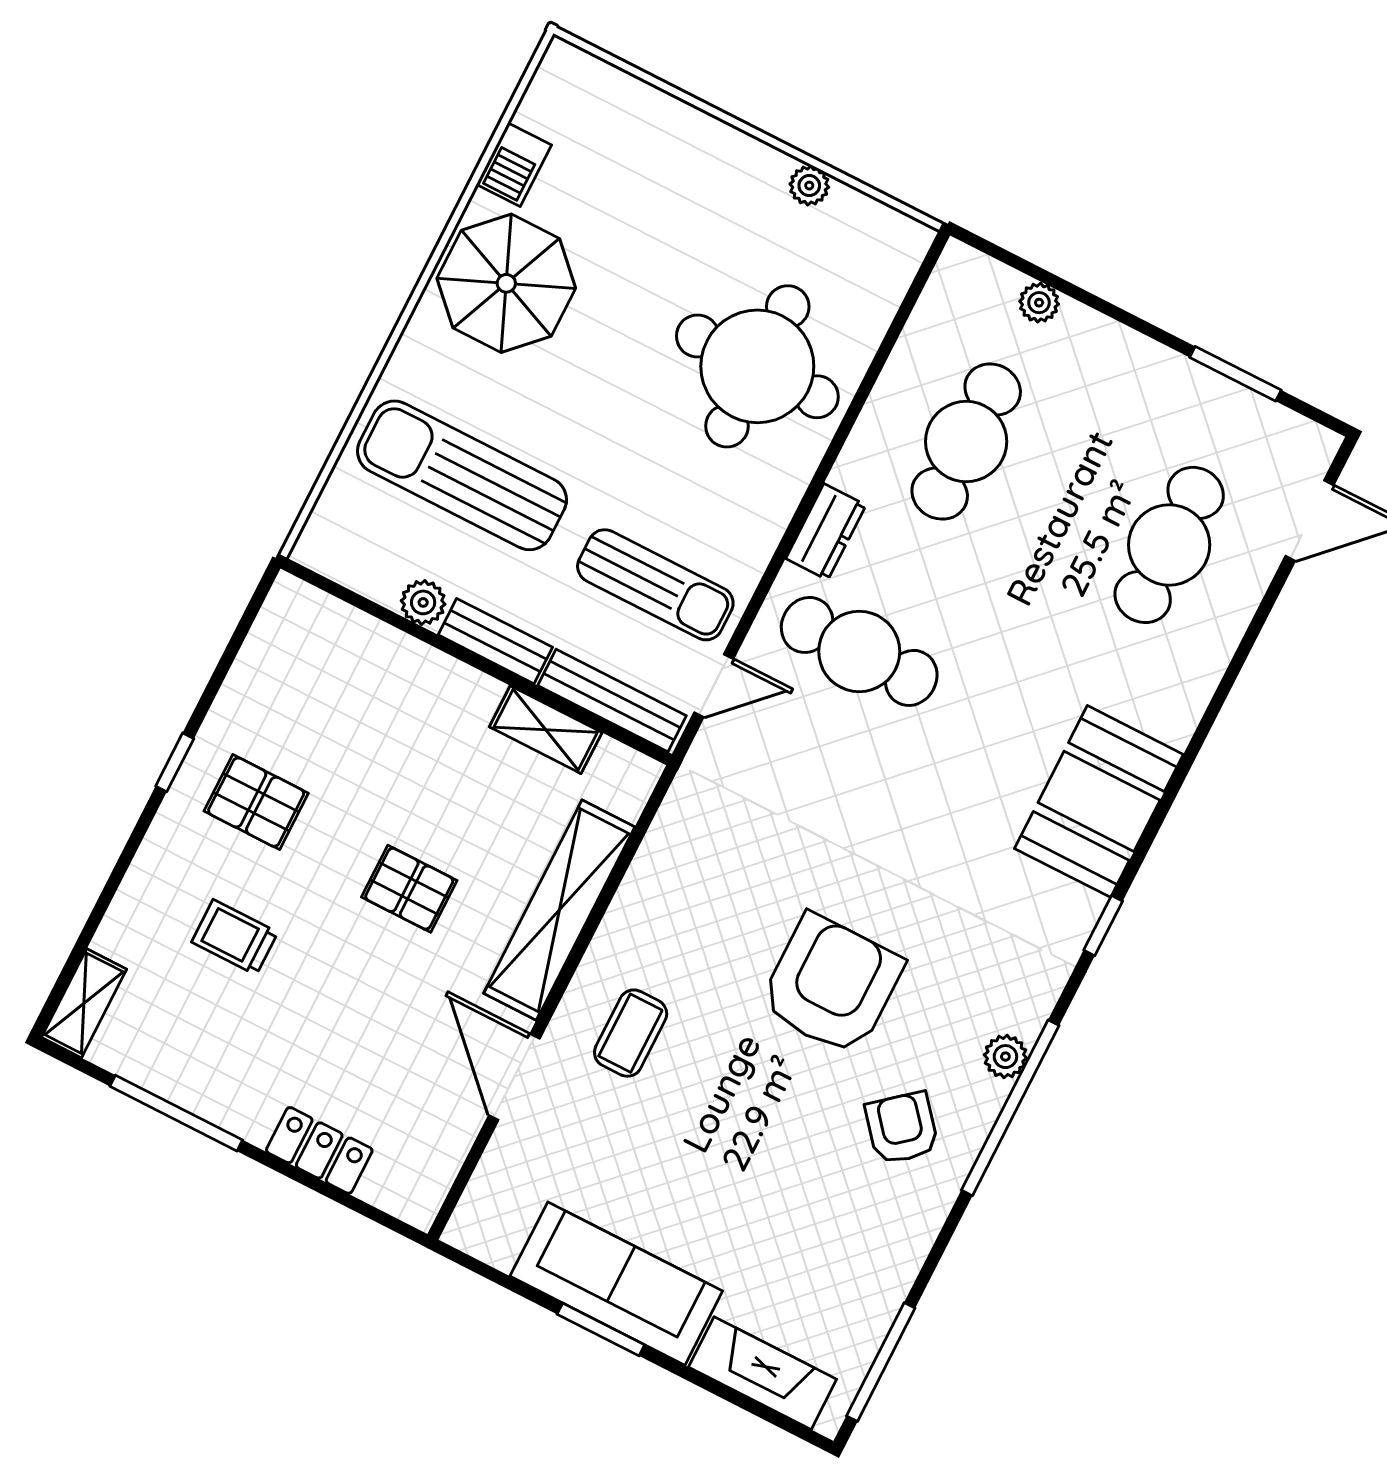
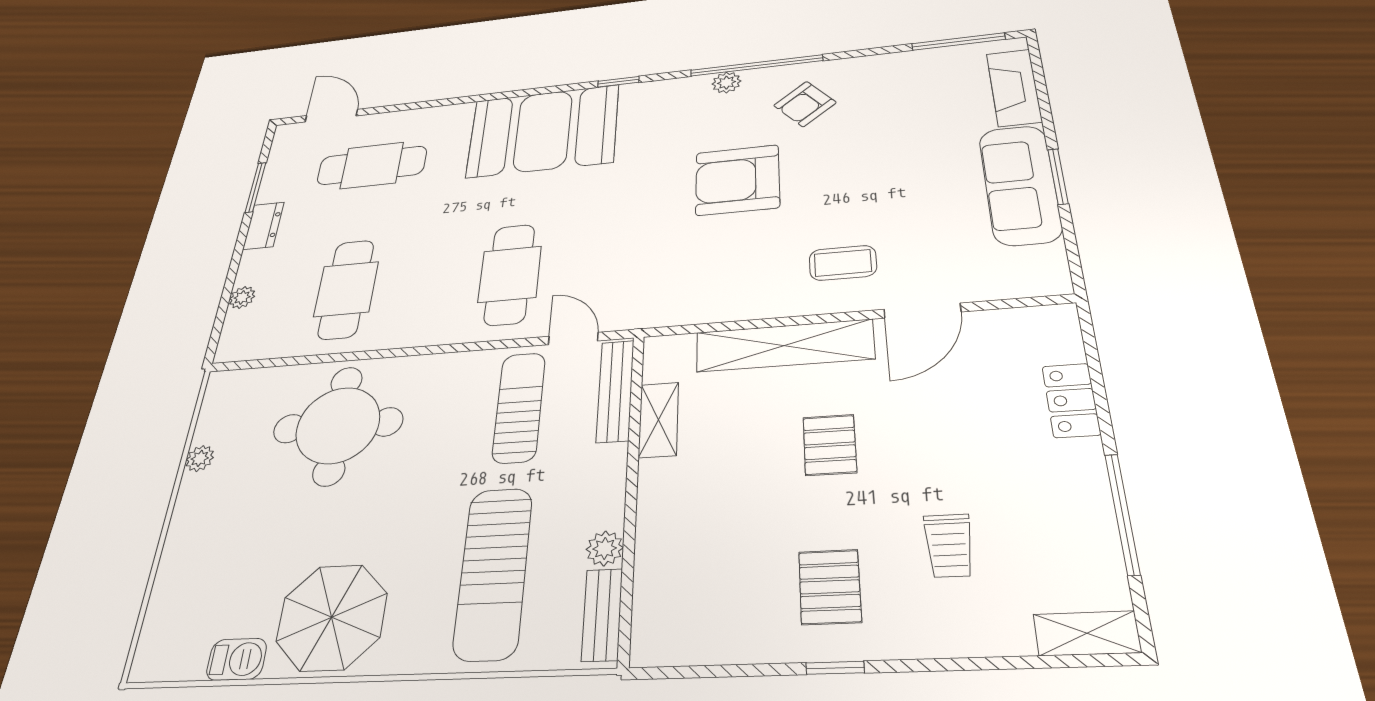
cafe table: (966, 442) -> (346, 289), turned 90
dresser: (826, 532) -> (263, 226), moved, turned 90
bench: (495, 641) -> (602, 615), moved
booth: (1099, 801) -> (543, 131), width x1.36, depth x1.42

